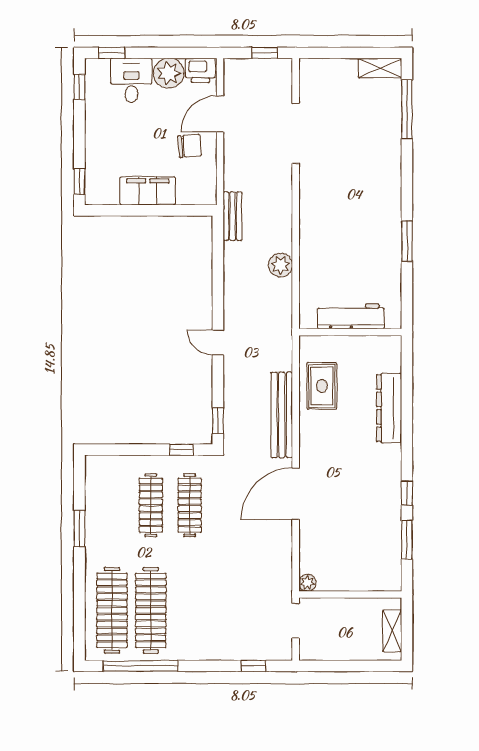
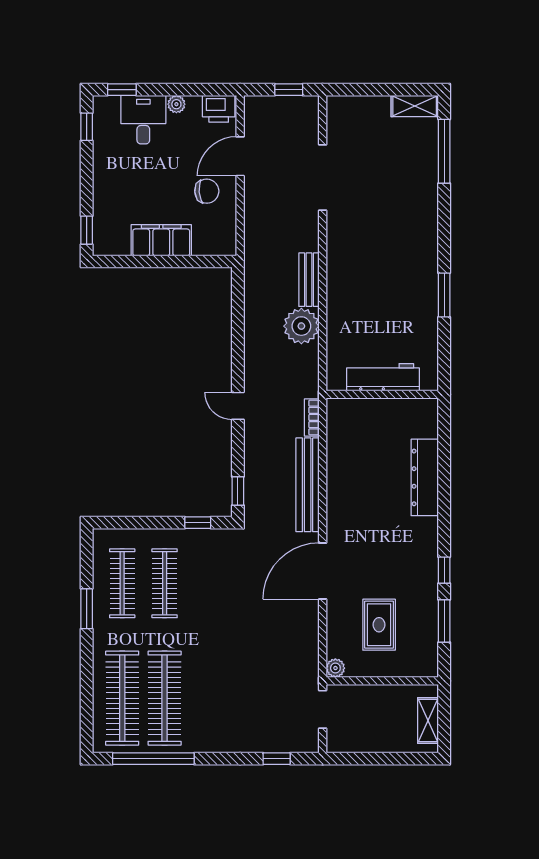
plant: (169, 73) -> (176, 104), width x0.53, depth x0.53
bench: (233, 216) -> (309, 280), moved
plant: (281, 265) -> (301, 326), width x1.36, depth x1.36
bookcase: (286, 353) -> (312, 417), added
rug: (322, 386) -> (379, 625), moved
clothes rail: (190, 505) -> (122, 583), moved

